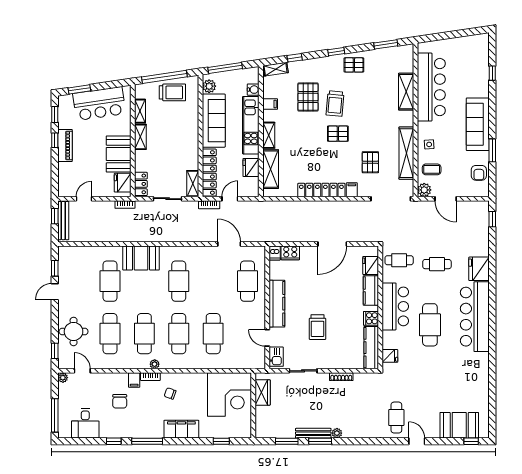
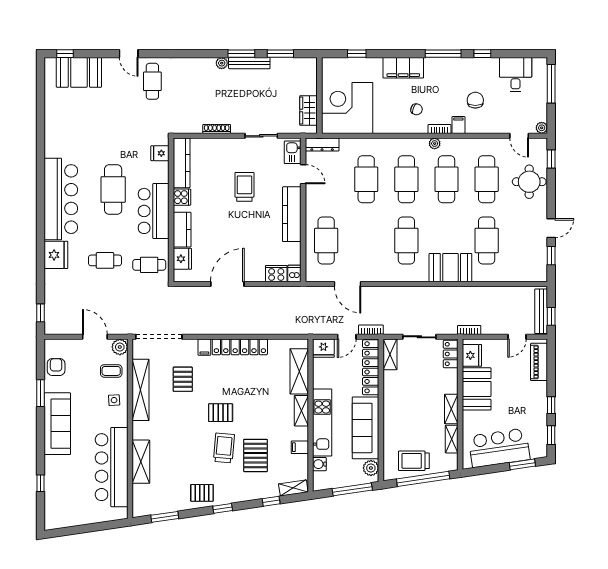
piano: (65, 145) -> (539, 362), moved
fridge: (251, 168) -> (323, 348), moved, turned 90
dresser: (251, 363) -> (322, 145), added

